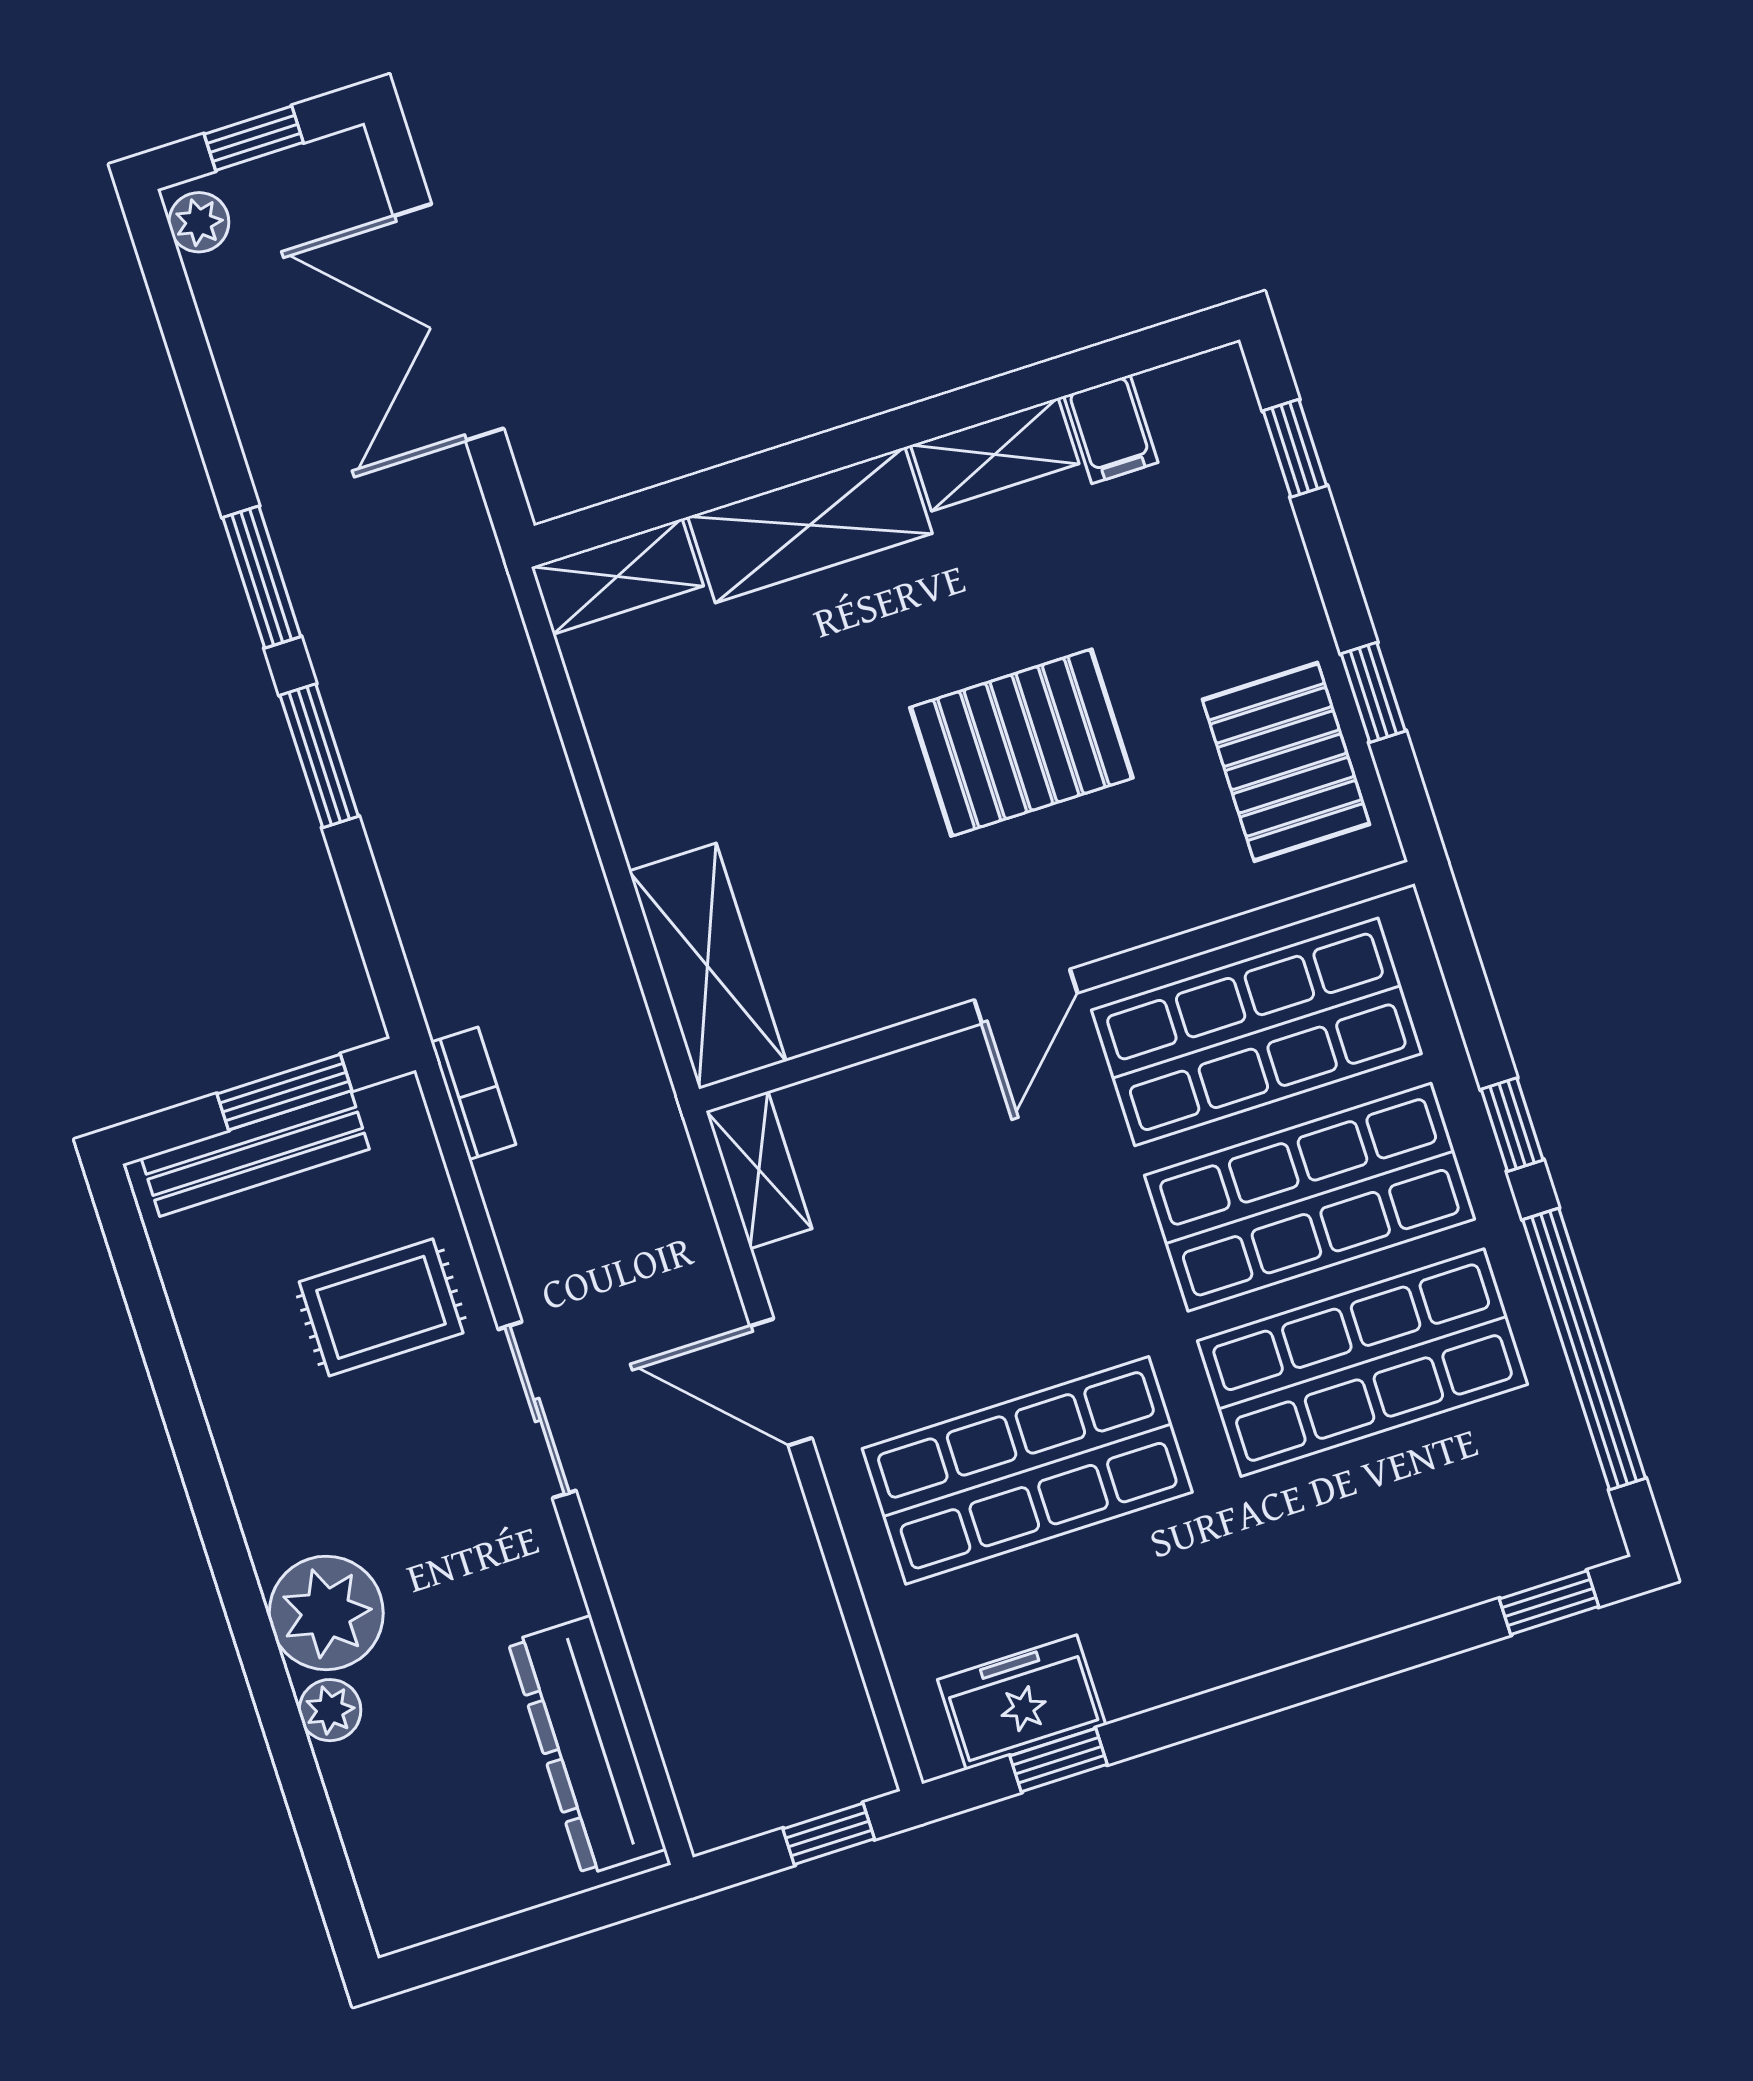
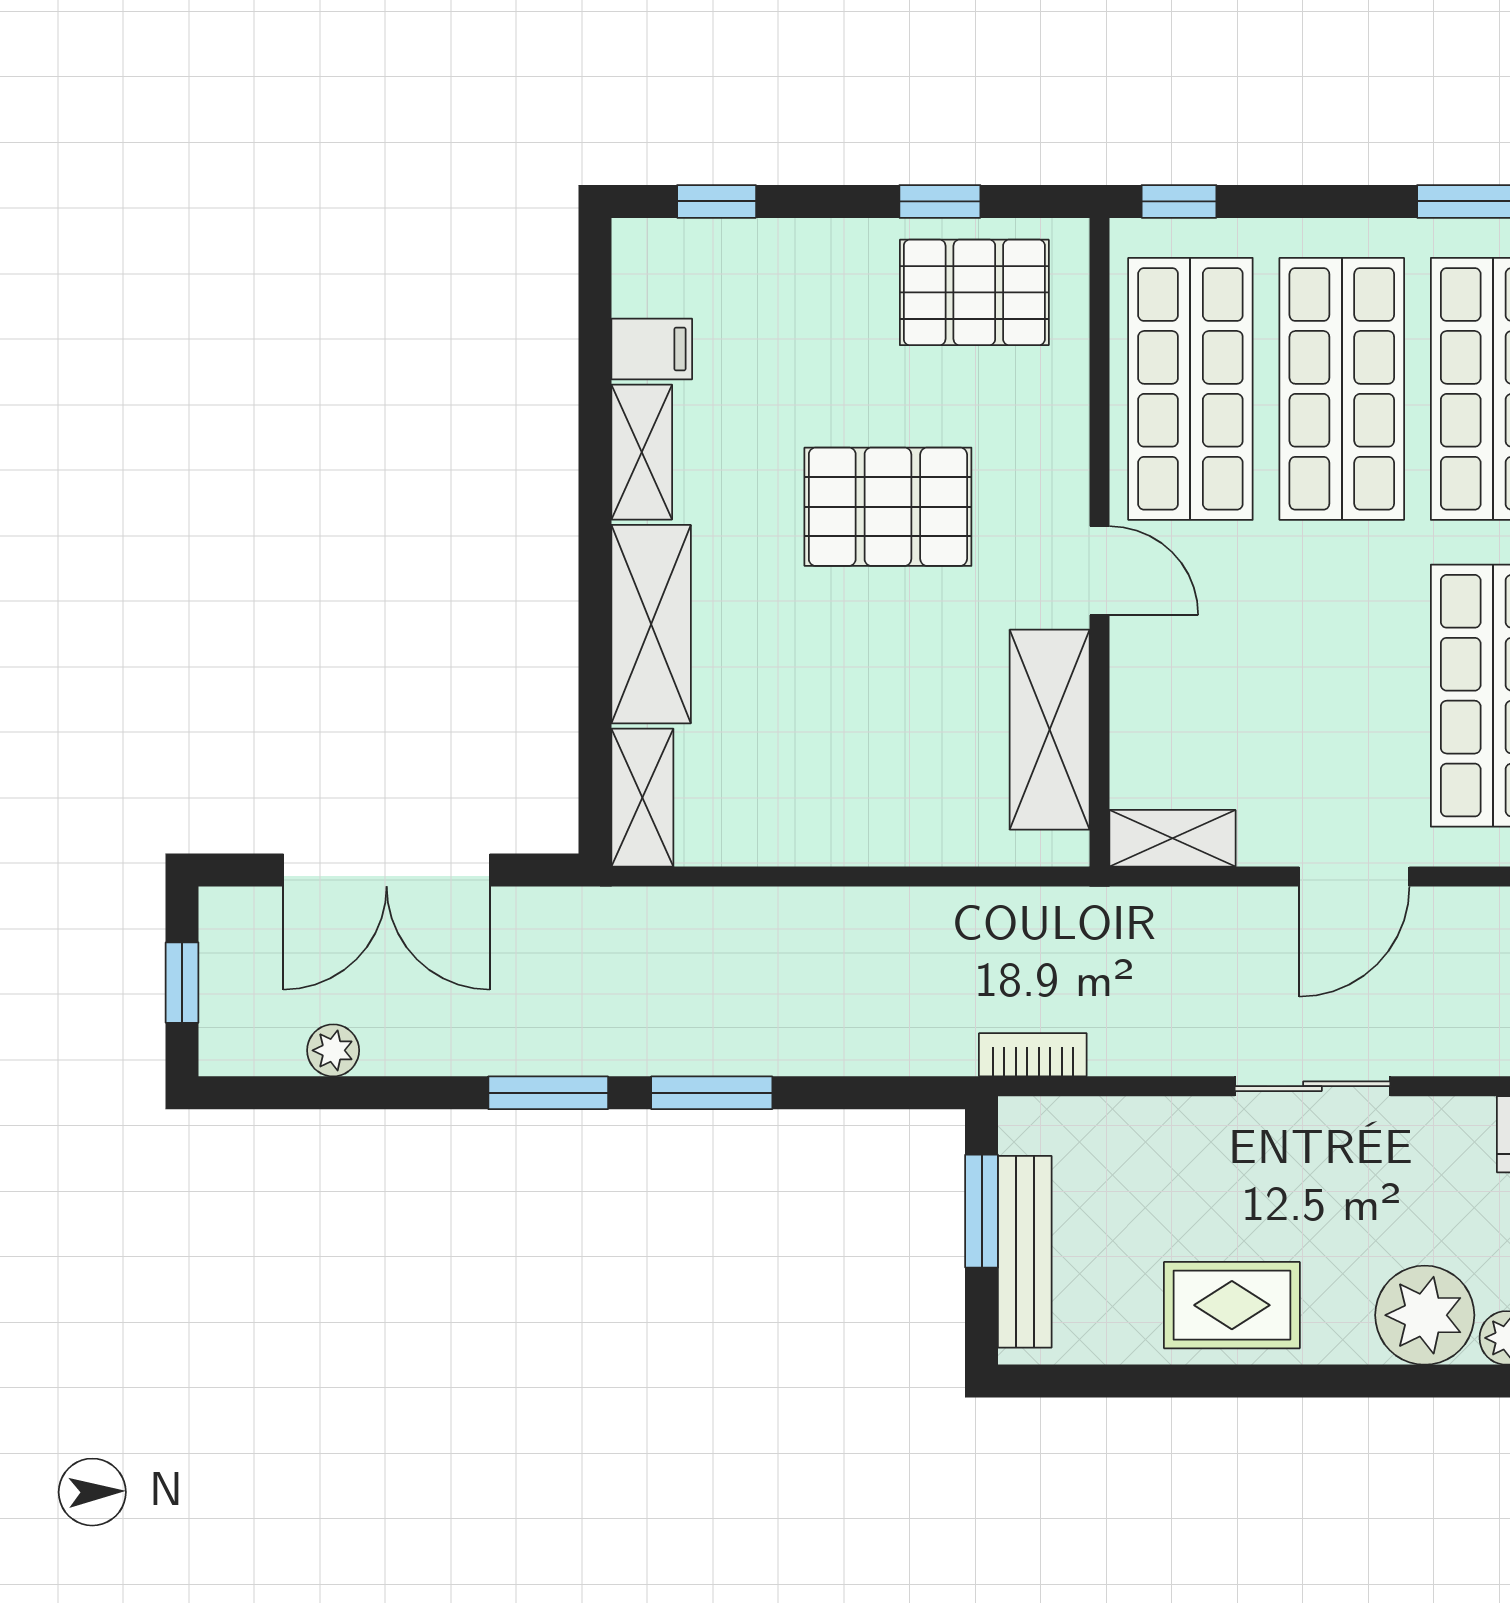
plant: (199, 222) -> (333, 1050), moved
pallet: (1021, 743) -> (888, 507), turned 90
shelving: (708, 966) -> (1050, 730), moved, turned 90
window: (1512, 1125) -> (1179, 201), moved
rug: (381, 1307) -> (1232, 1305), moved, turned 90

